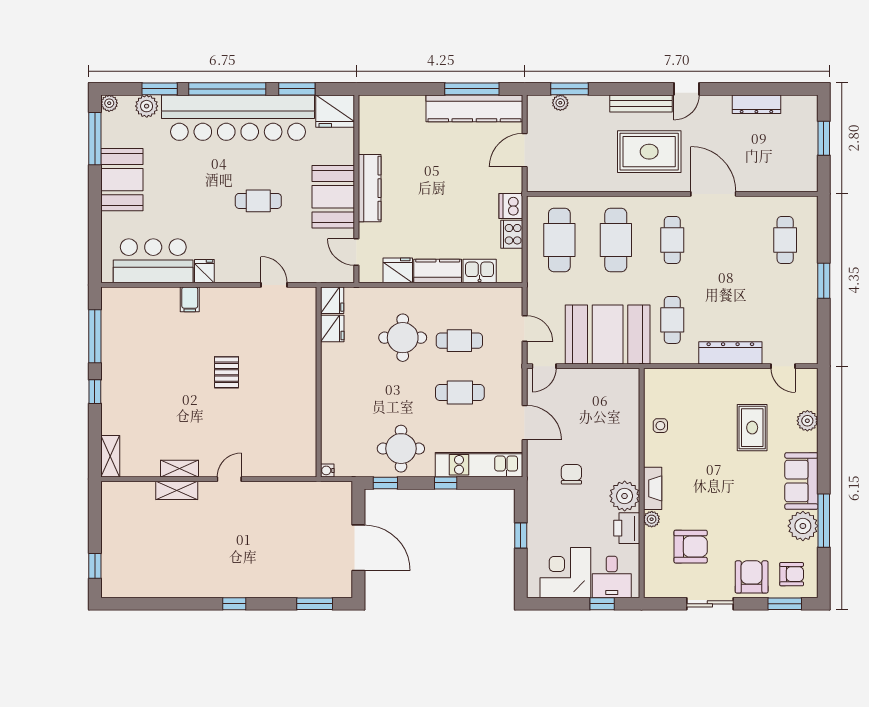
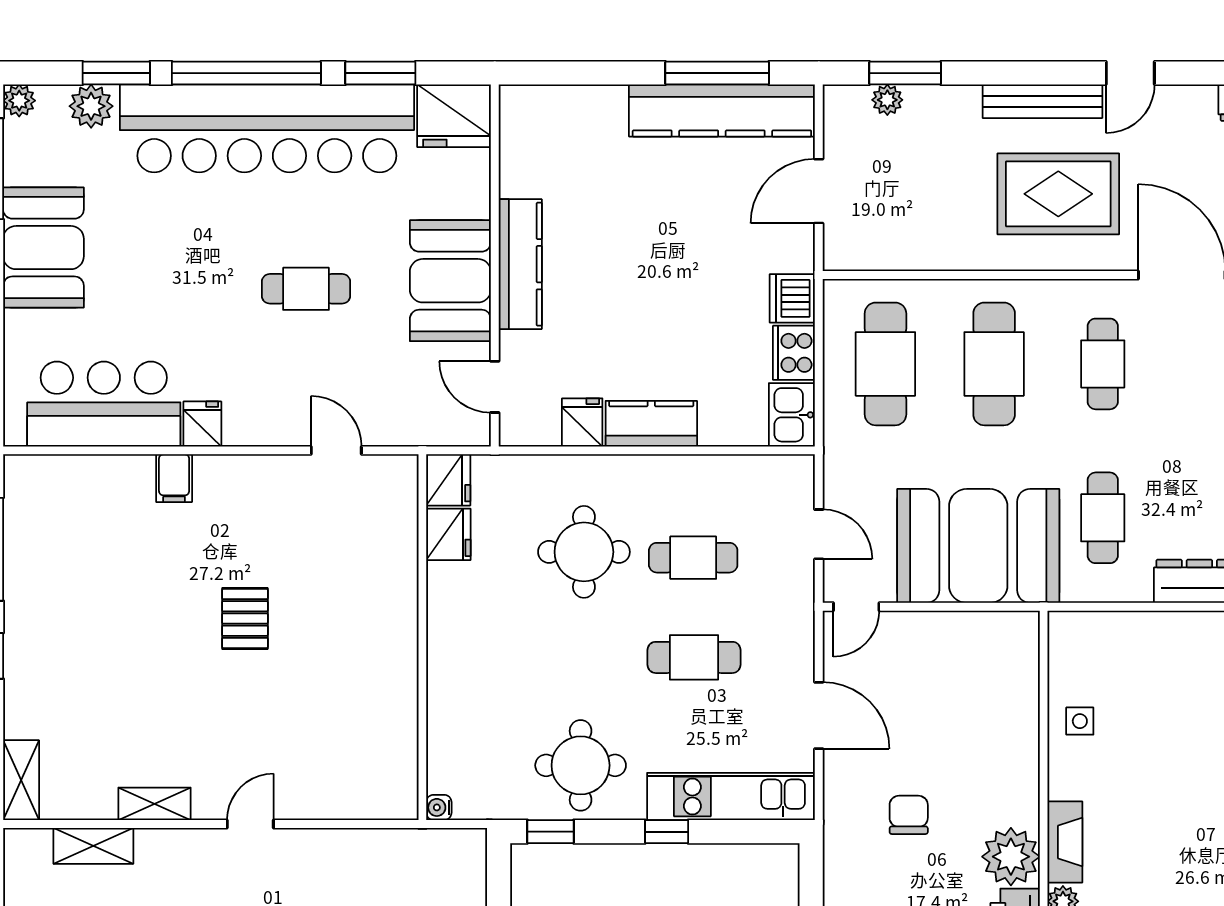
fridge: (398, 270) -> (582, 422), width x0.72
kitchen sink: (480, 271) -> (792, 415), moved, turned -90
shelving: (177, 490) -> (93, 846), moved

